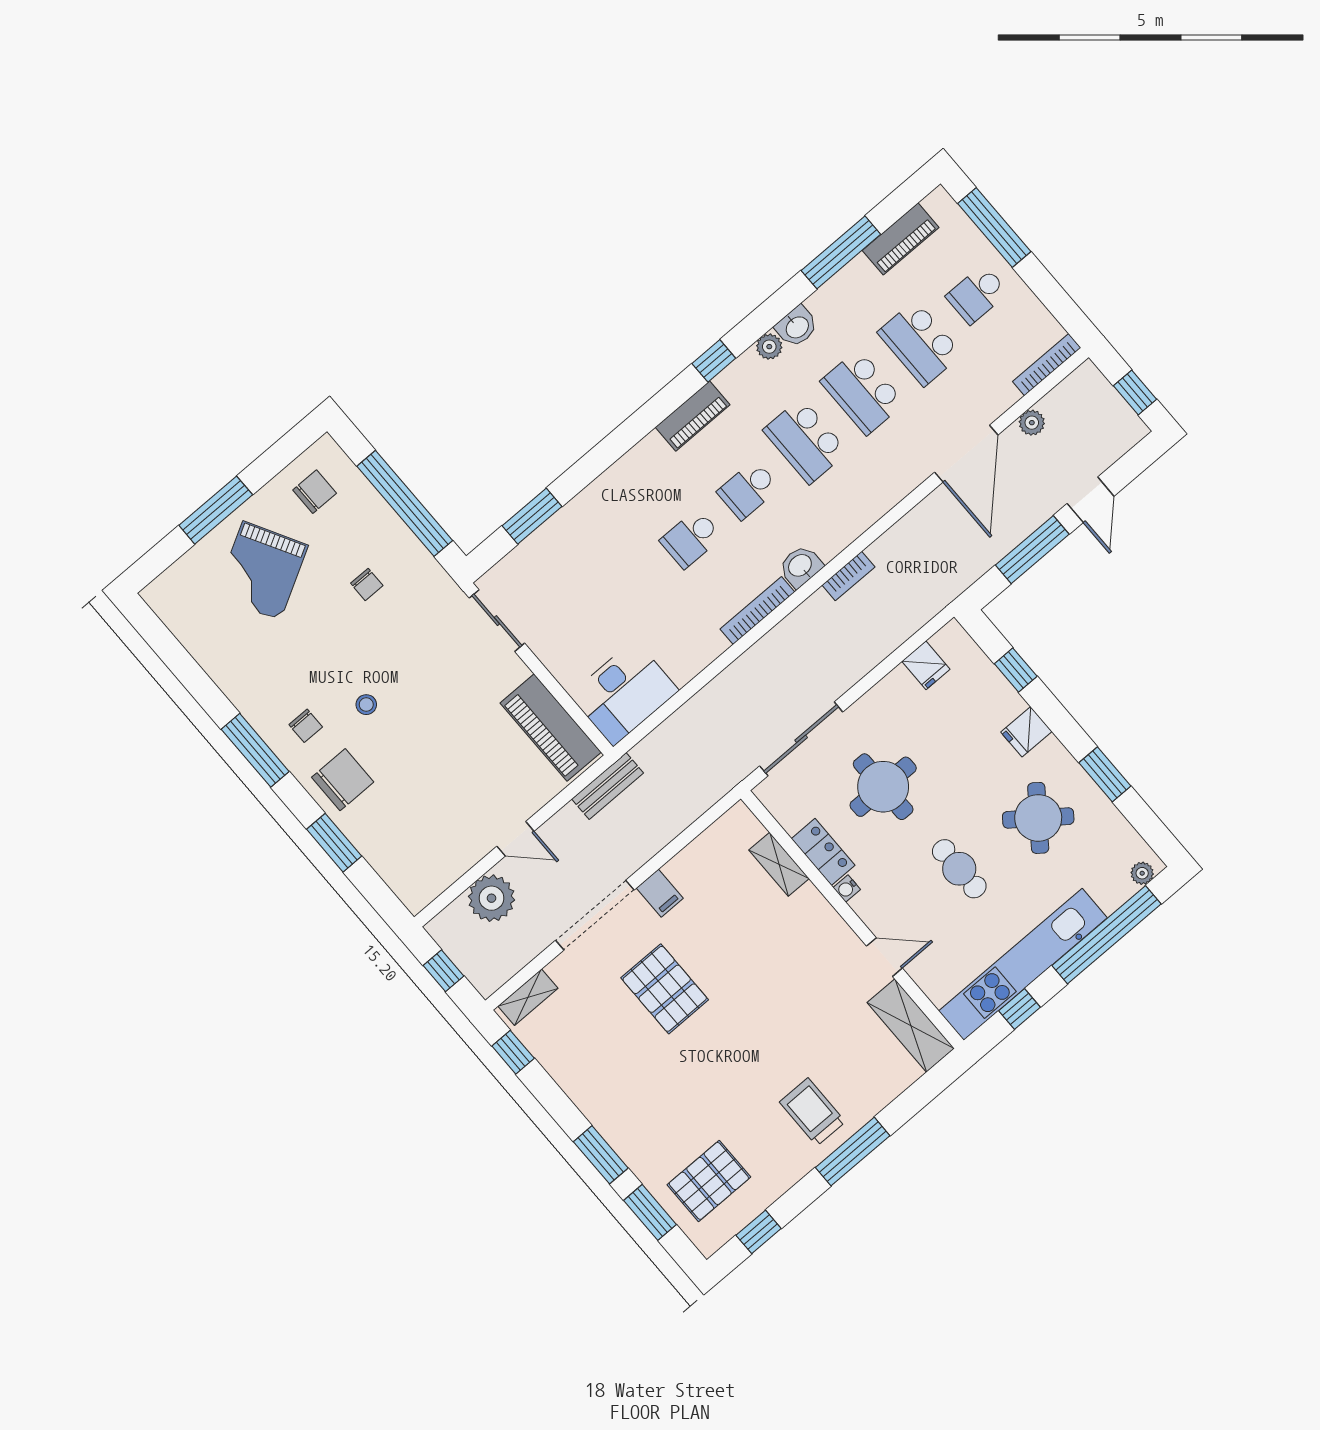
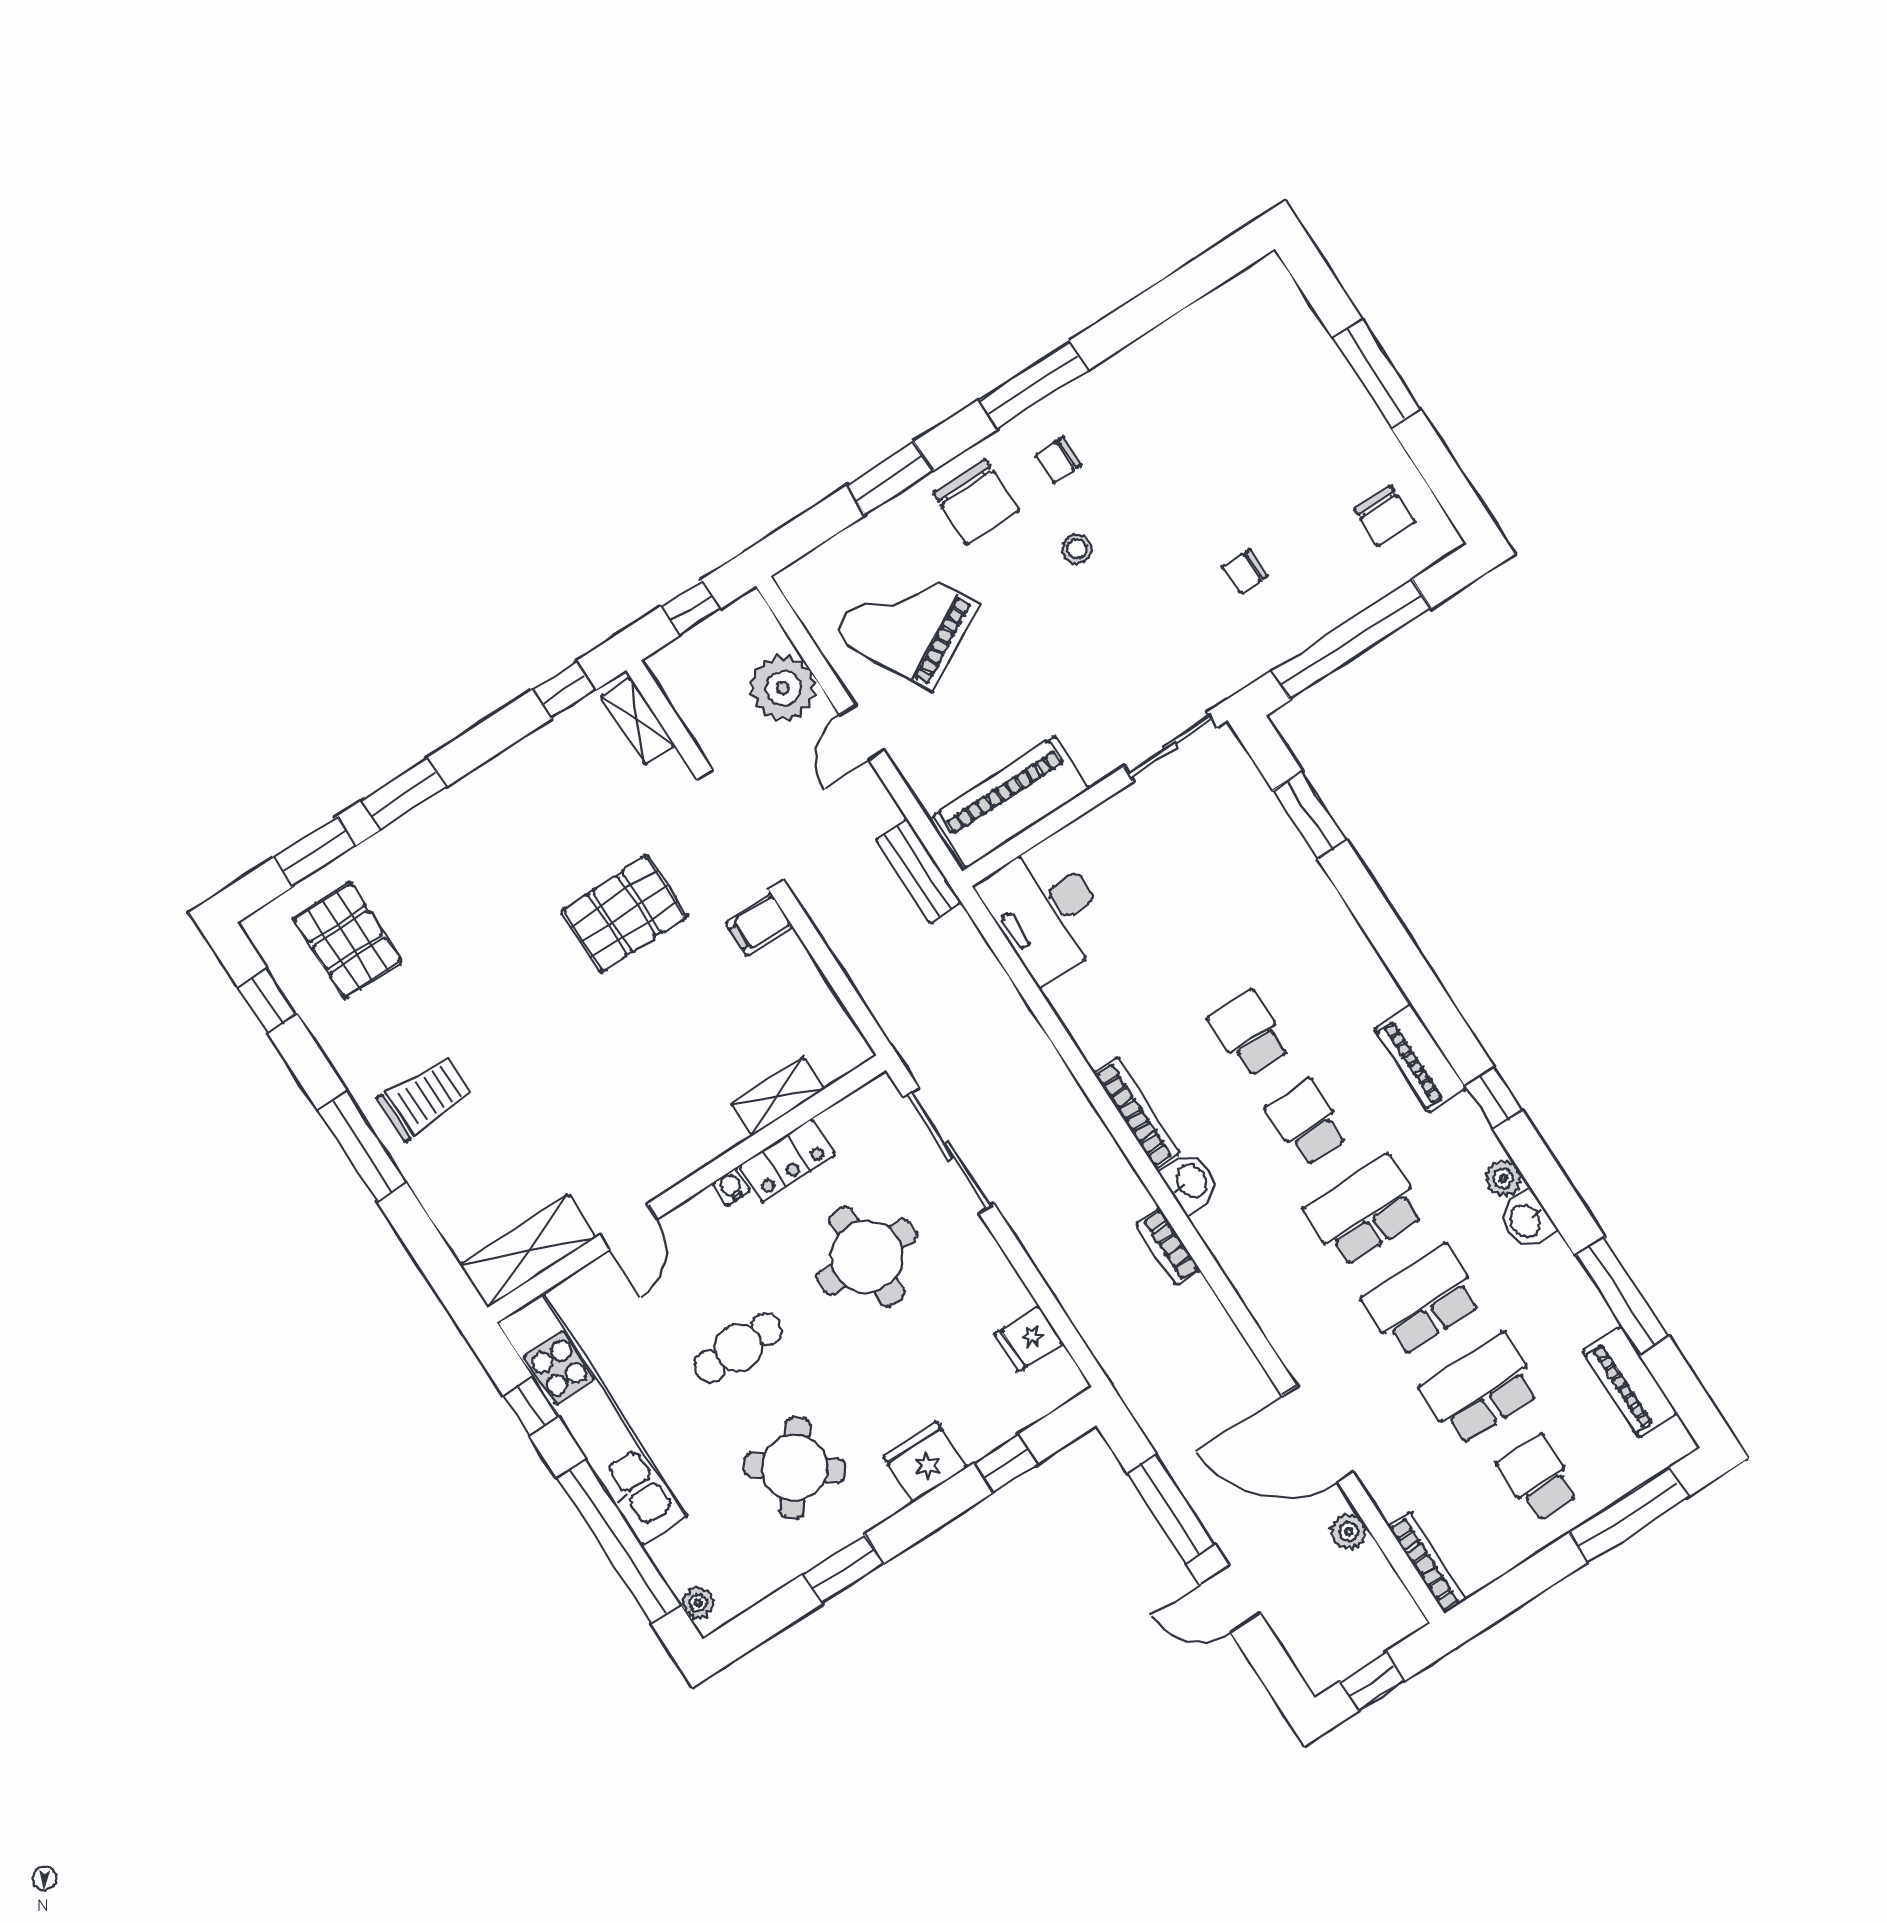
grand piano: (262, 571) -> (906, 621), moved
fridge: (1026, 732) -> (925, 1462), width x1.38

